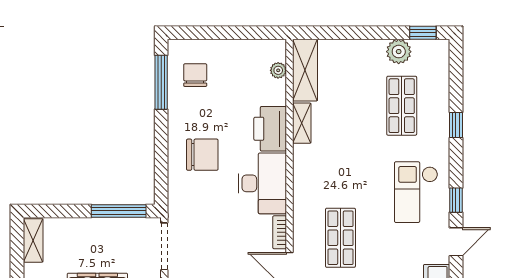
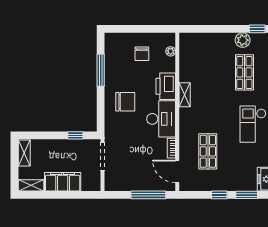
shelving: (305, 70) -> (187, 51), removed
chair: (195, 75) -> (142, 54), moved, turned 180
window: (161, 82) -> (101, 70), moved
shelving: (302, 123) -> (185, 95), moved
window: (119, 211) -> (75, 135), width x0.46

